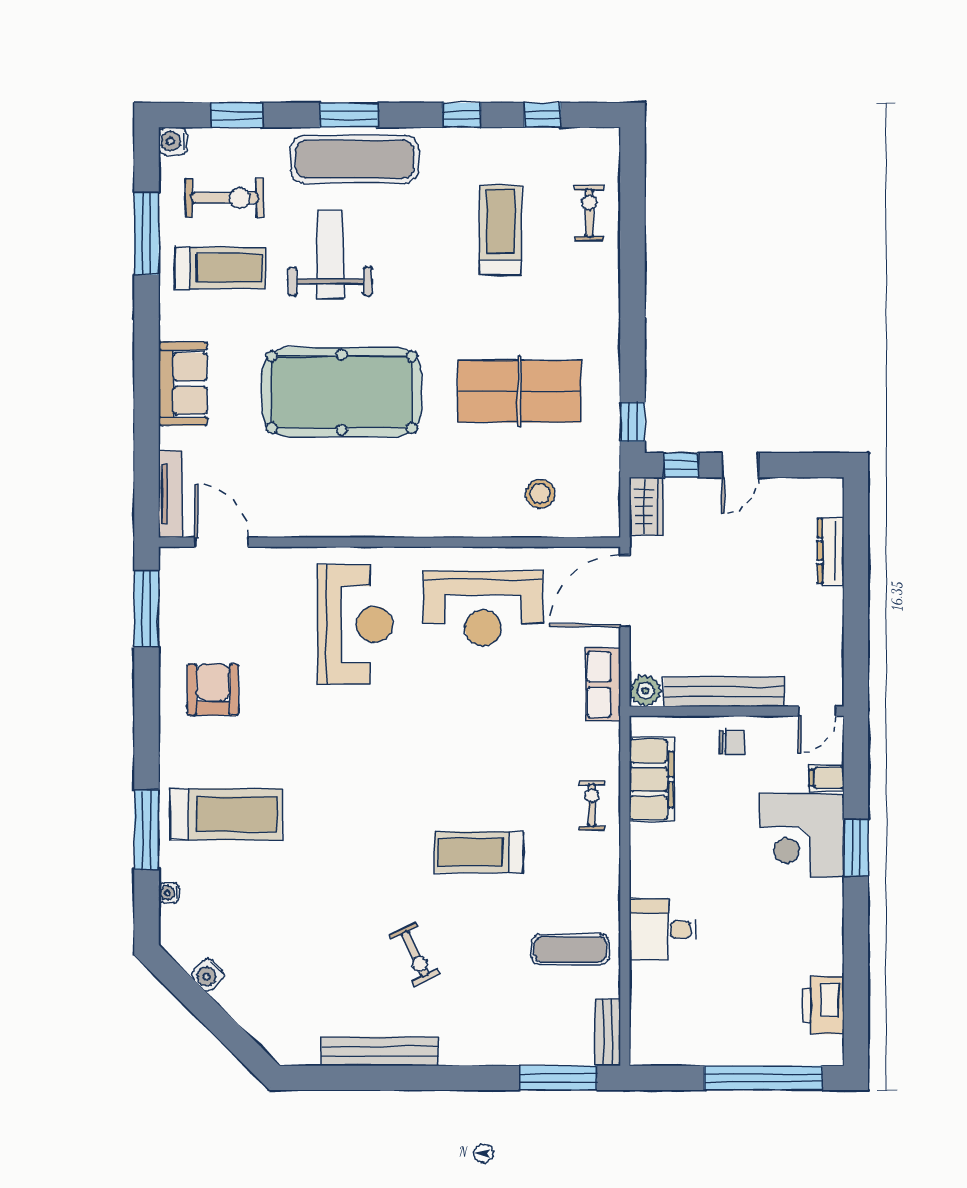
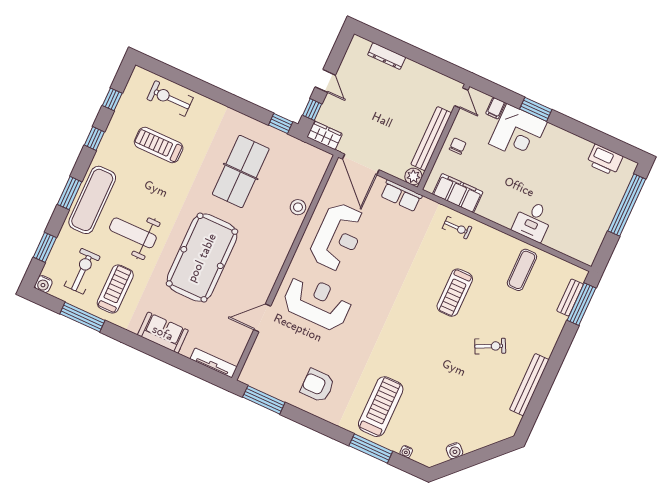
exercise bike: (589, 213) -> (170, 98), width x1.38, depth x1.39
stool: (540, 494) -> (298, 207), moved
door: (222, 542) -> (262, 318), moved
exercise bike: (592, 805) -> (457, 228), turned 180
bench: (608, 1032) -> (570, 298), moved, turned 90

